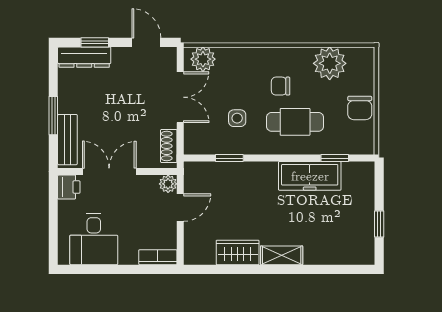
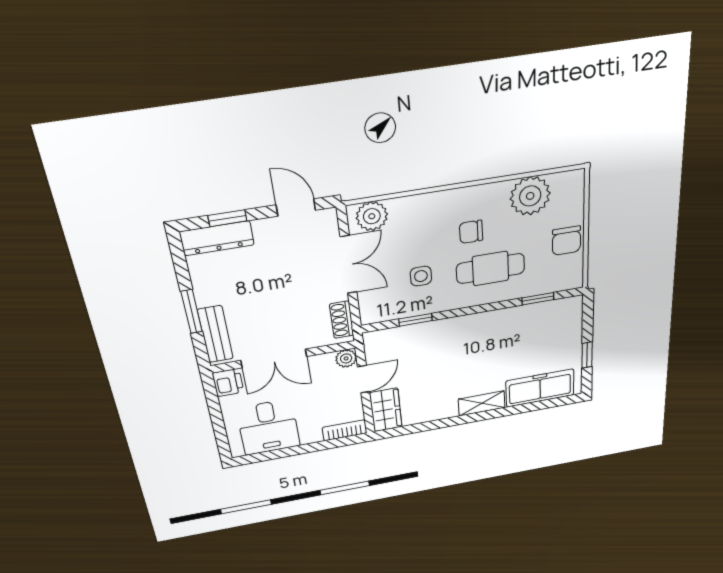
double door: (109, 172) -> (274, 358), swing flipped
freezer: (310, 176) -> (540, 388), moved, turned 180
wardrobe: (238, 252) -> (386, 410), moved, turned 90

